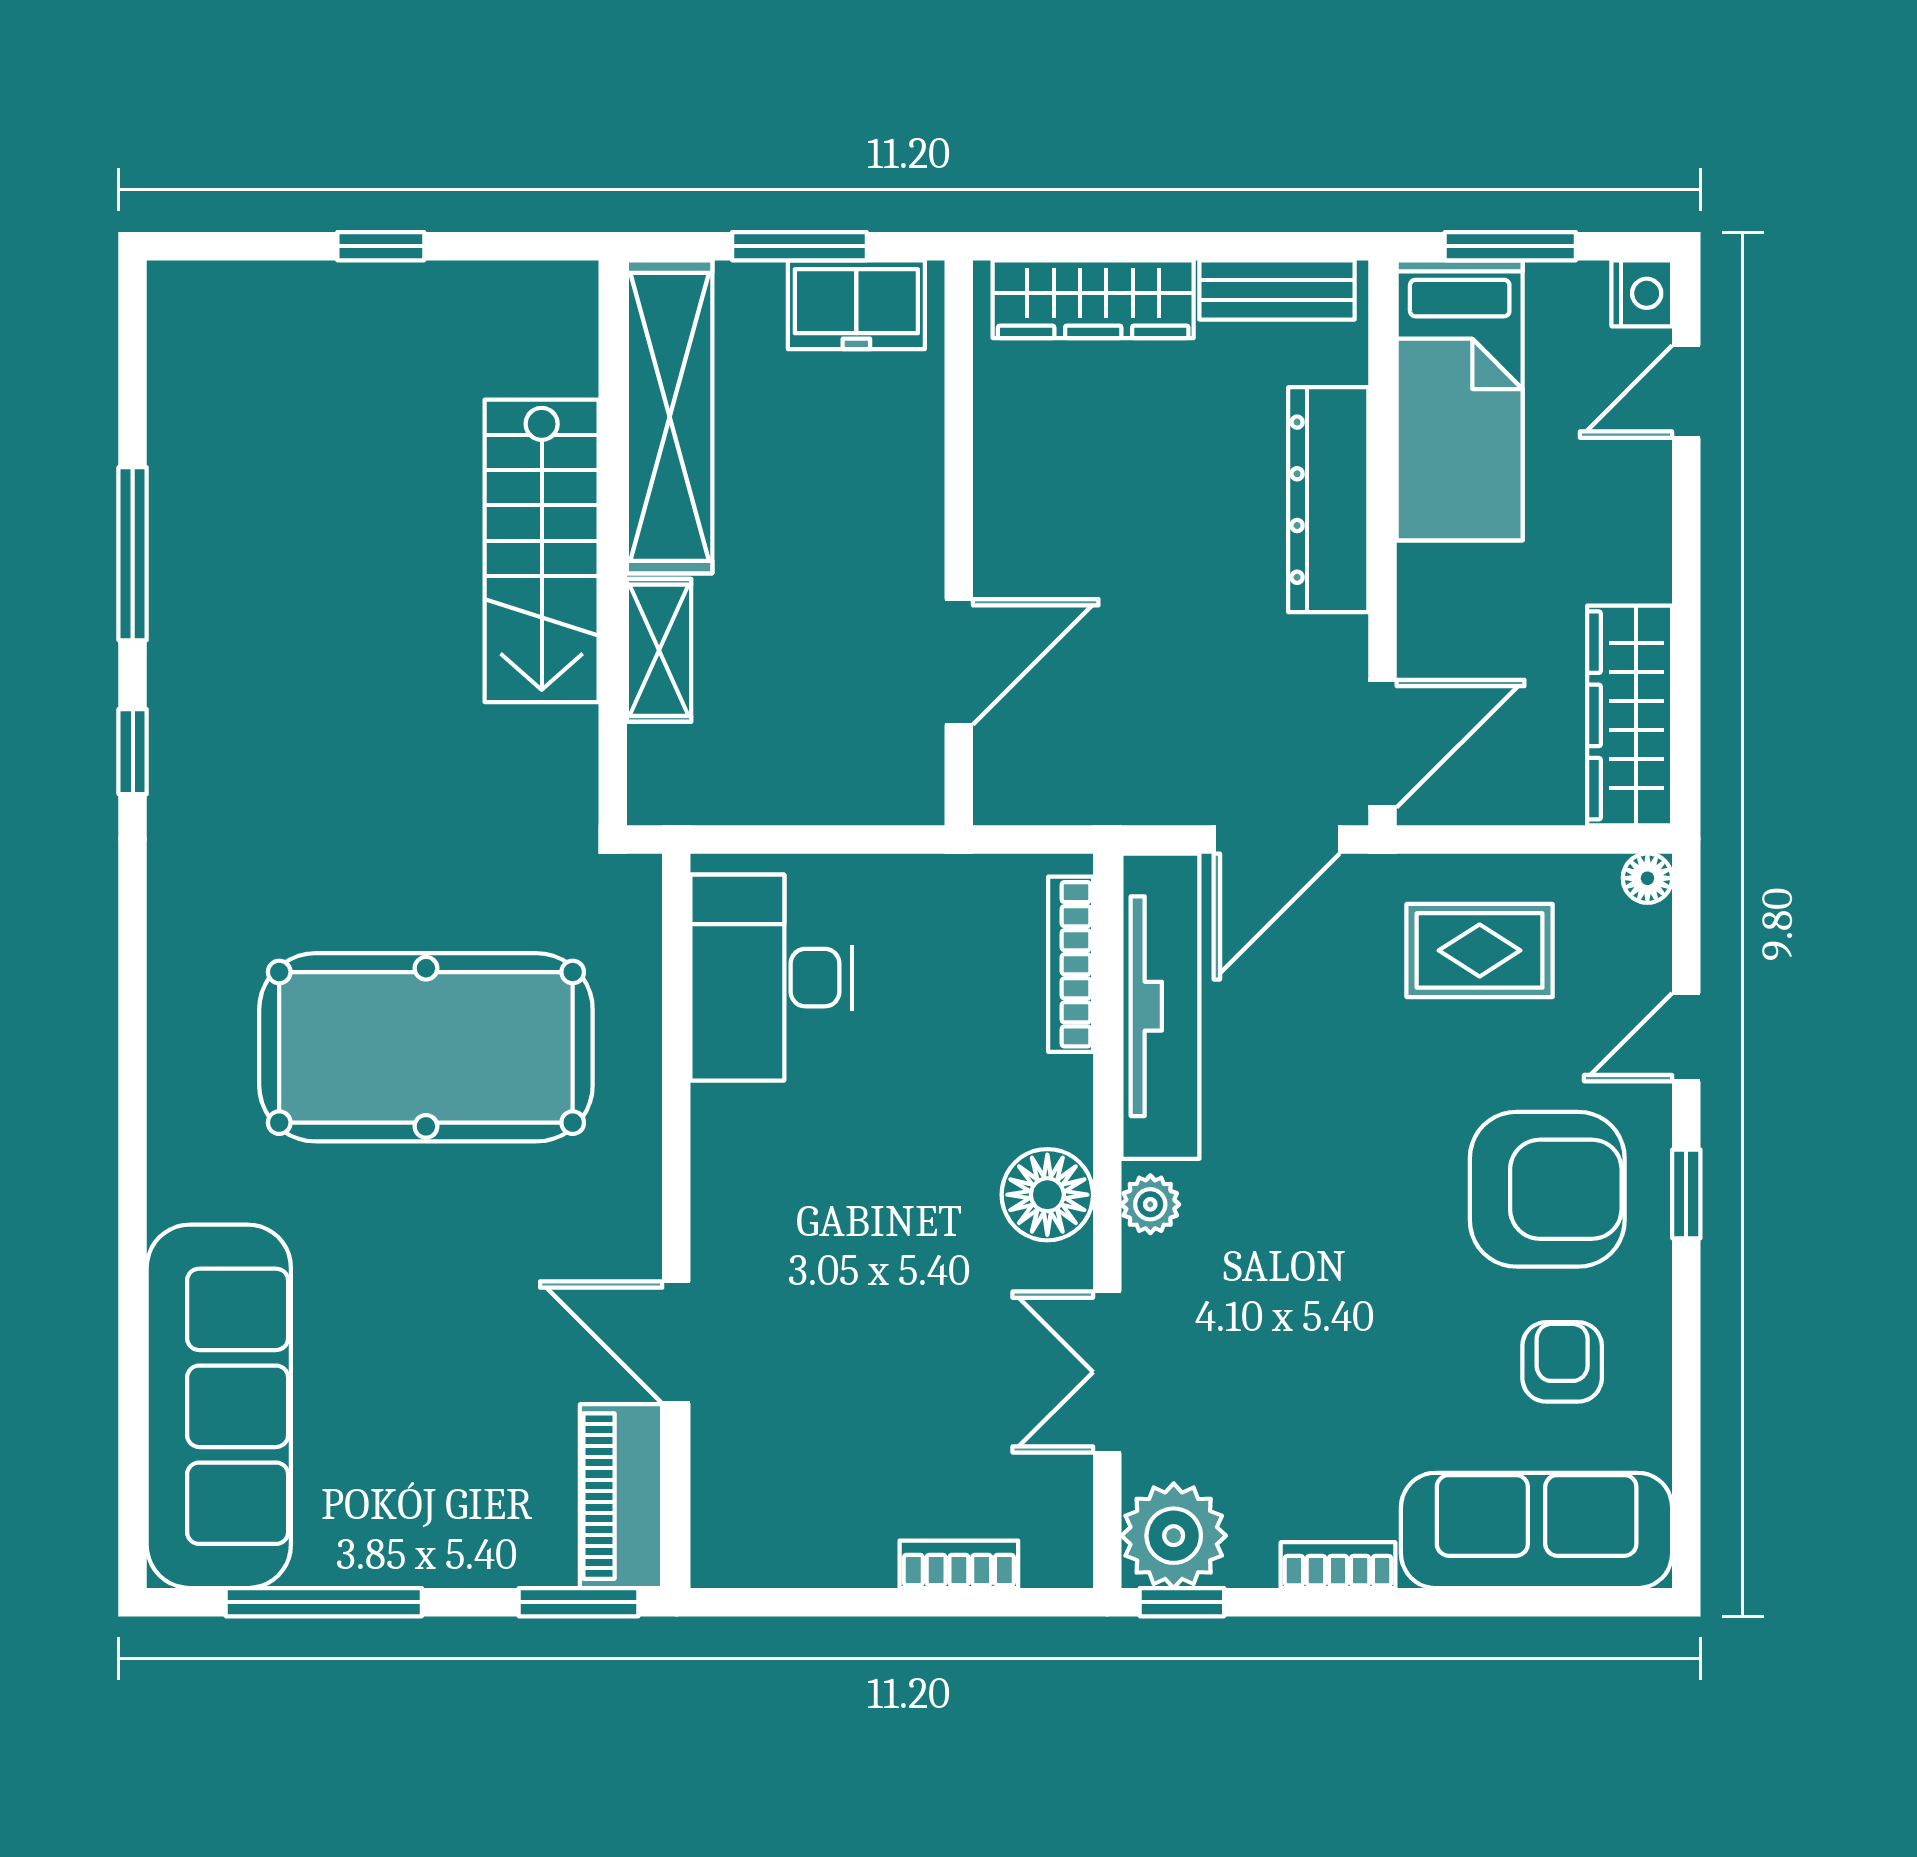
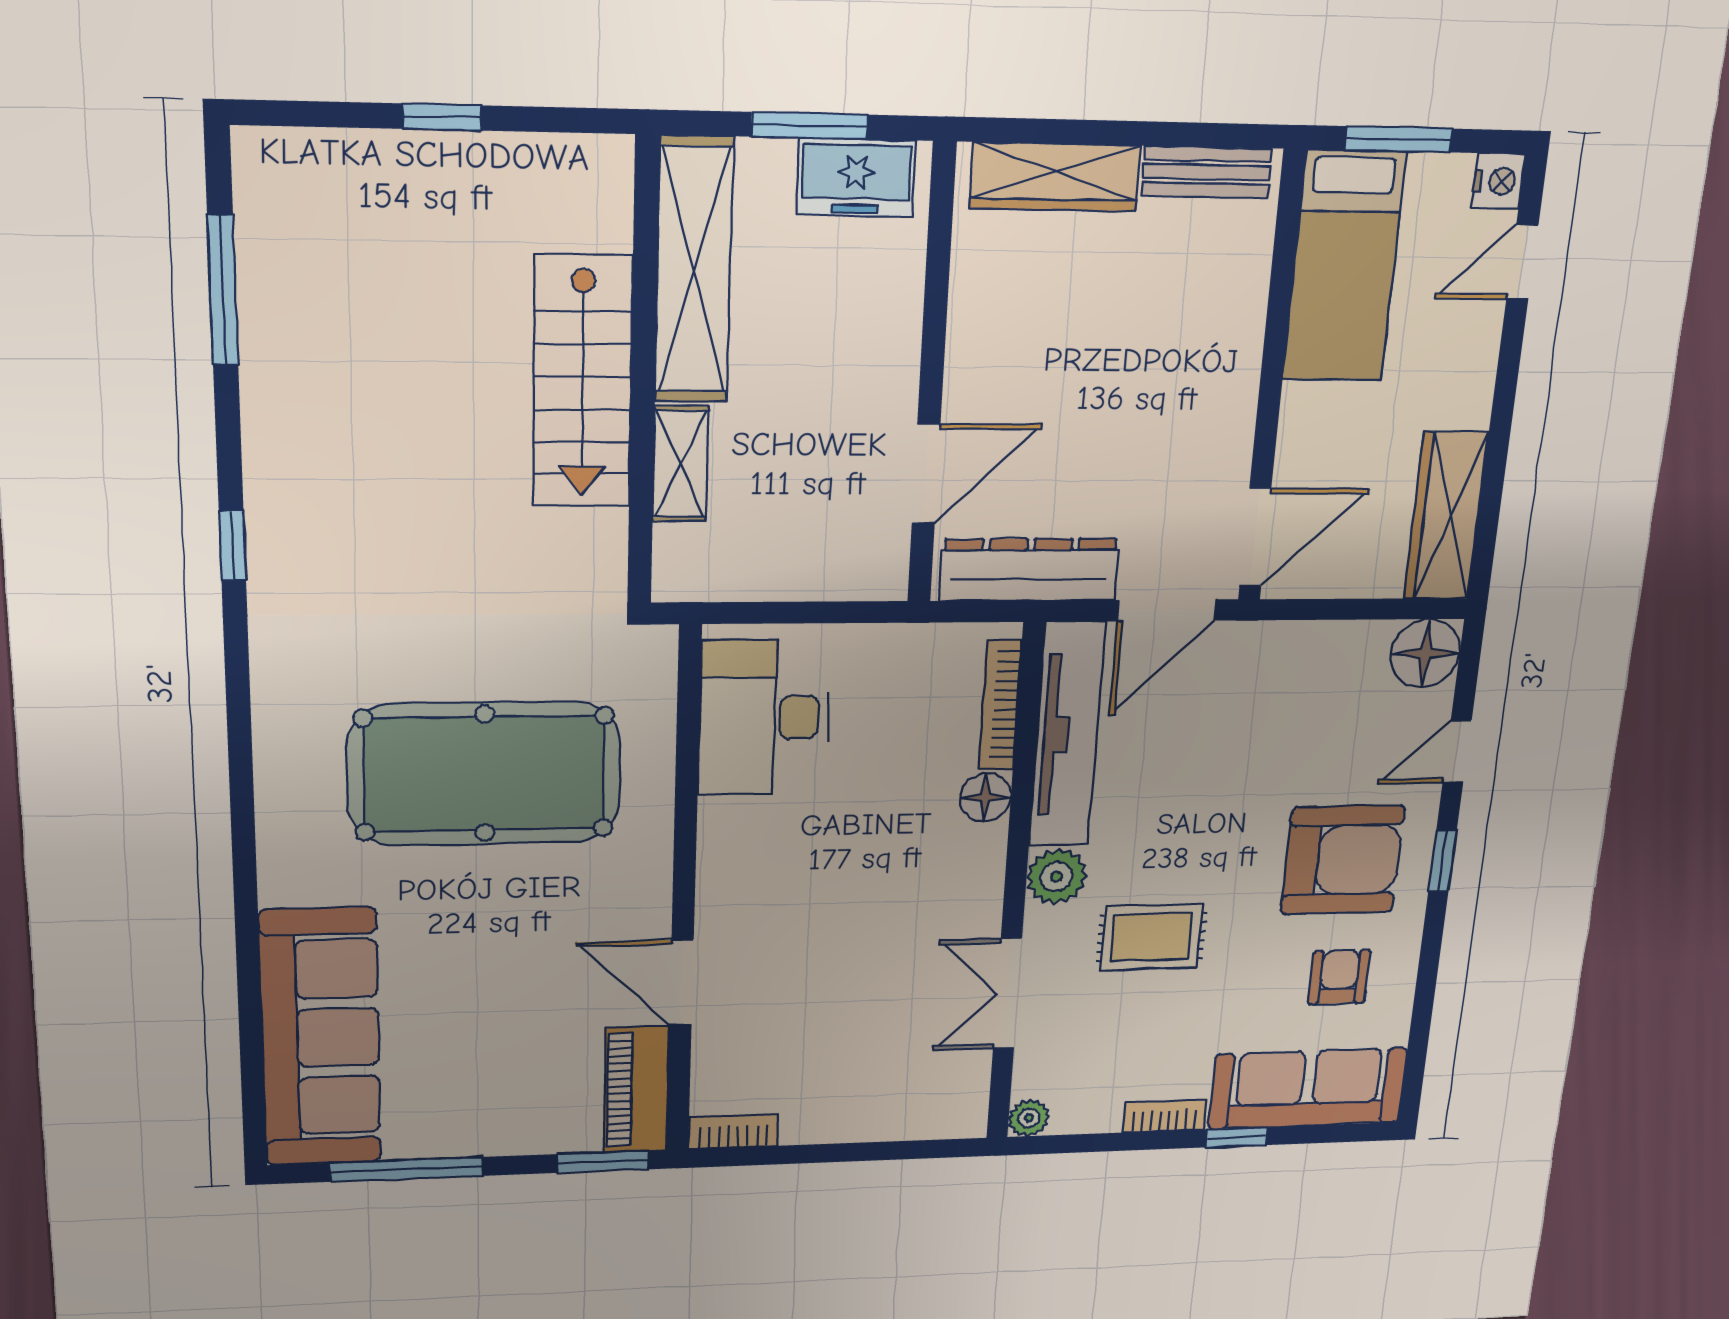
dresser: (1328, 500) -> (1029, 570), moved, turned 90
window: (133, 554) -> (223, 290), moved
floor lamp: (1647, 878) -> (1425, 653), width x1.89, depth x1.89
rug: (1480, 950) -> (1152, 937), moved
floor lamp: (1047, 1195) -> (985, 797), moved, width x0.73, depth x0.73
plant: (1150, 1204) -> (1056, 877), width x1.38, depth x1.38
plant: (1174, 1536) -> (1029, 1118), width x0.53, depth x0.53
bookcase: (959, 1564) -> (733, 1132), moved
window: (1182, 1602) -> (1237, 1137), moved

